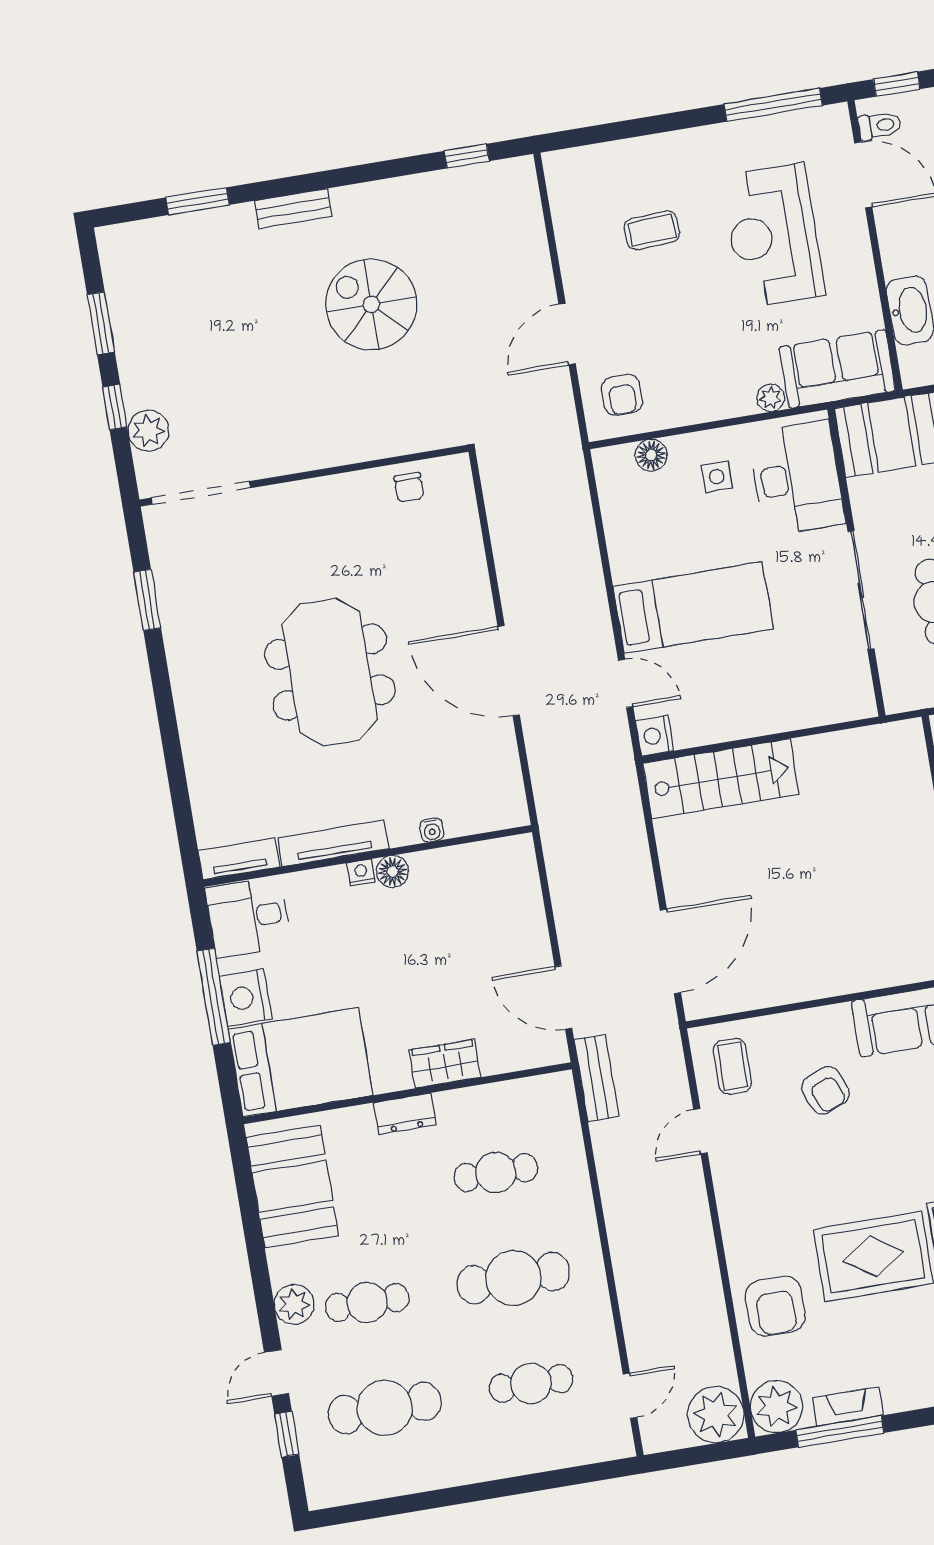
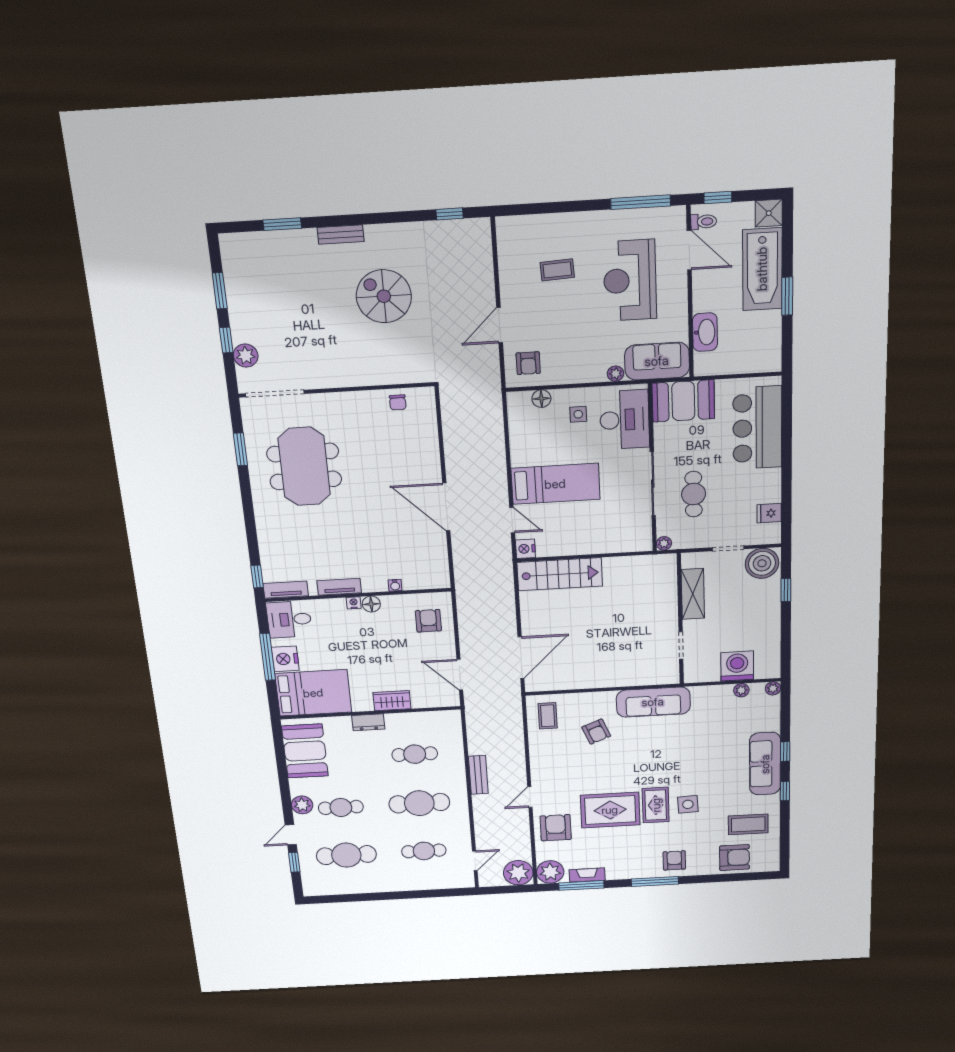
meeting table: (330, 672) -> (304, 466), moved
plant: (896, 700) -> (664, 543), added
window: (187, 838) -> (257, 576), added
tv unit: (333, 843) -> (339, 587), width x0.71
armchair: (497, 894) -> (428, 621), added
bench: (597, 1078) -> (478, 775), moved
door: (701, 1131) -> (530, 797), moved
armchair: (775, 1306) -> (556, 828), turned 180

